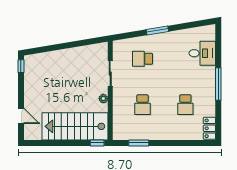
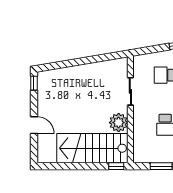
plant: (103, 99) -> (119, 123), width x1.88, depth x1.88
door: (21, 116) -> (34, 125), moved

